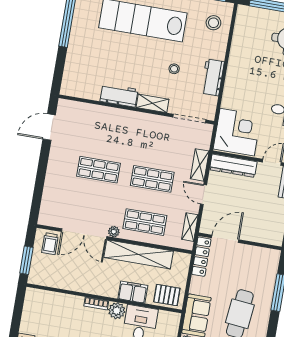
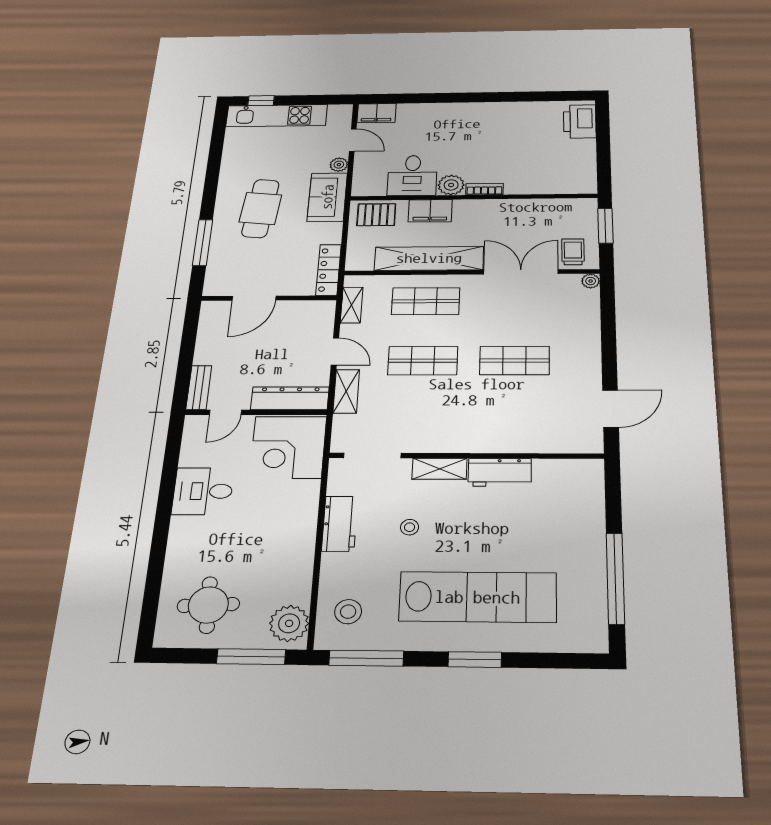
plant: (246, 21) -> (289, 623), added
plant: (114, 232) -> (591, 281), moved
door: (225, 239) -> (254, 298), moved

